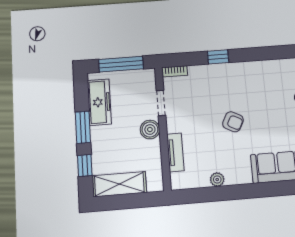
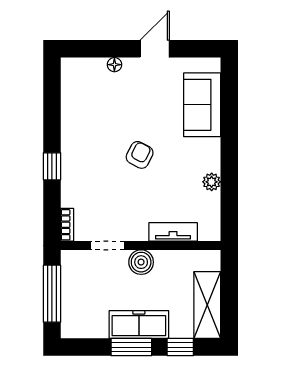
freezer: (99, 102) -> (139, 325), moved

